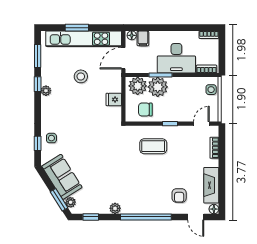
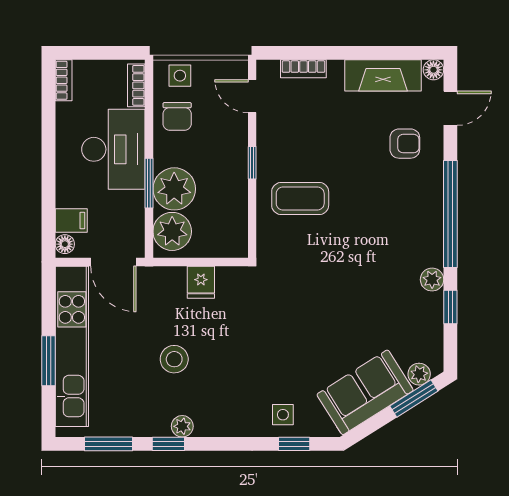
stool: (81, 76) -> (174, 359), moved
chair: (145, 110) -> (177, 116), moved
coffee table: (153, 146) -> (300, 198), turned 90
window: (91, 217) -> (450, 307), moved

